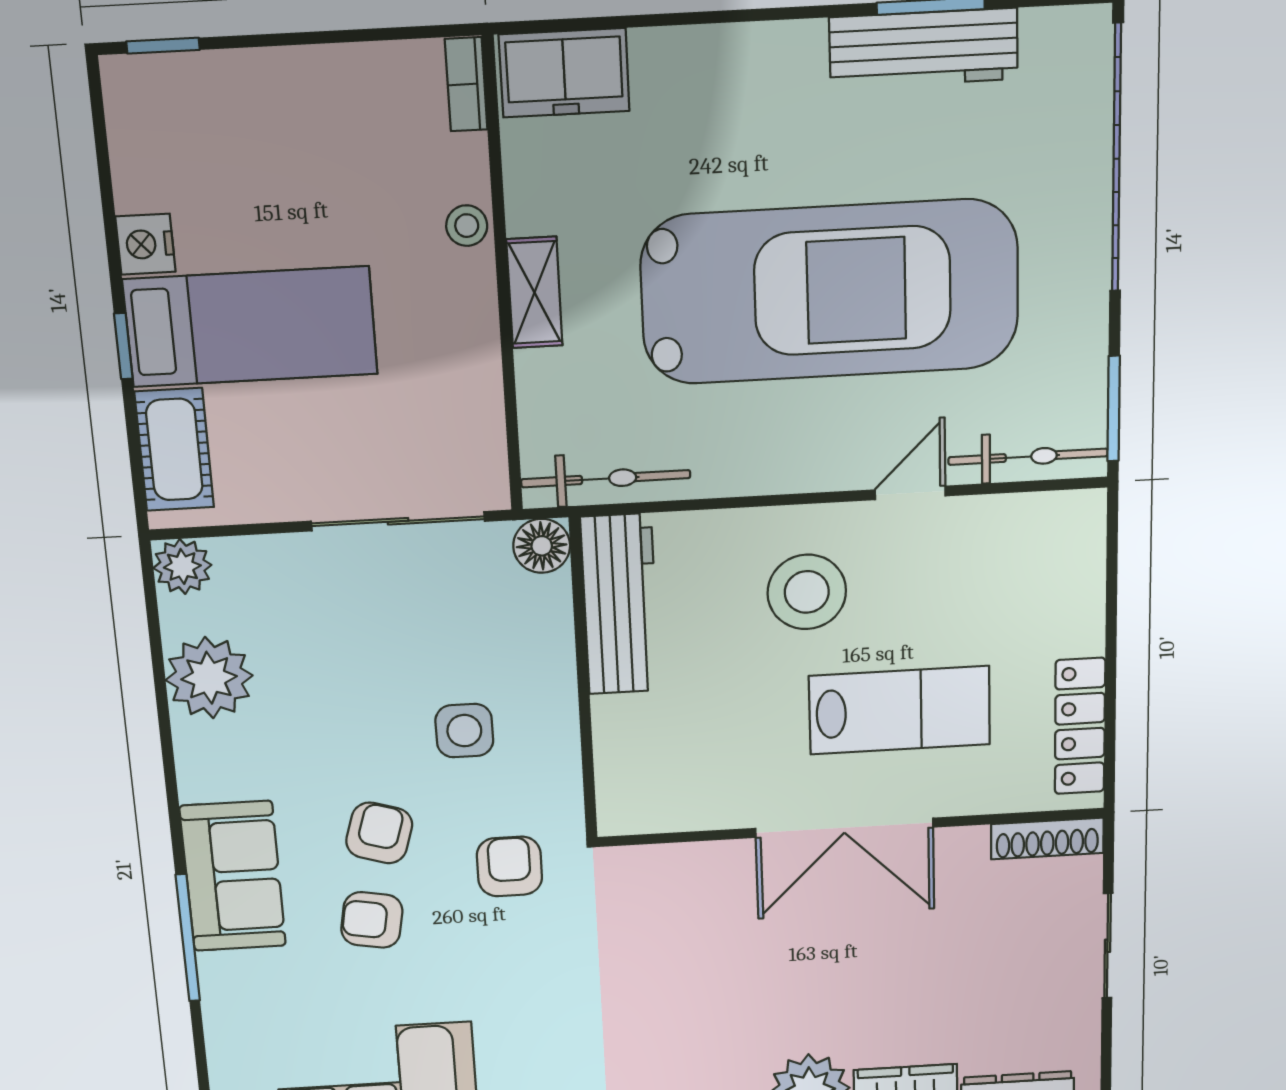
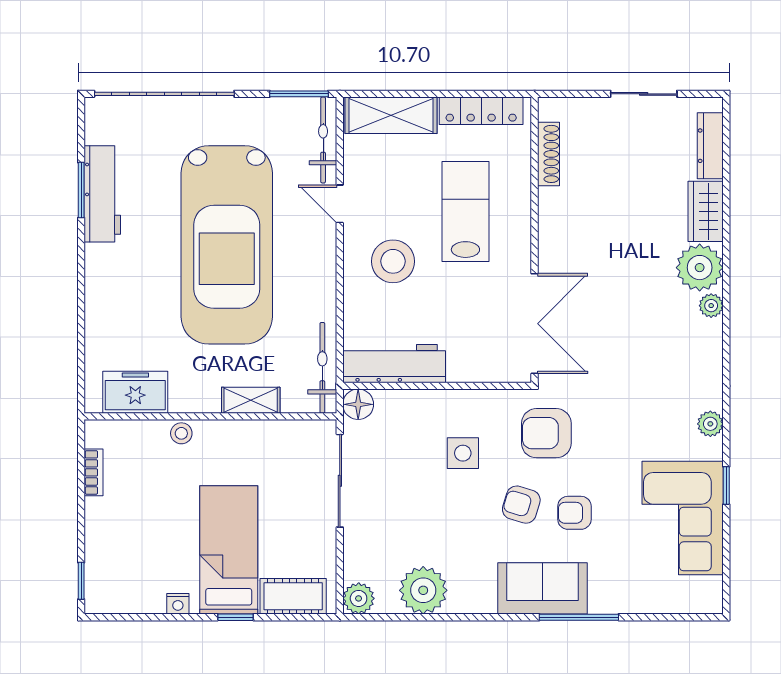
freezer: (564, 73) -> (135, 392), moved, turned -90
bookcase: (466, 84) -> (94, 472), moved, turned -90
nightstand: (145, 244) -> (178, 604), width x0.72, depth x0.74
shelving: (534, 292) -> (251, 400), moved
car: (830, 292) -> (227, 245), turned 180
shelving: (1073, 574) -> (391, 115), added
double door: (844, 828) -> (535, 324), moved
shoe rack: (1047, 839) -> (548, 154), moved
armchair: (509, 866) -> (546, 433), width x1.38, depth x1.38
armchair: (372, 920) -> (574, 513), turned 80
sliding door: (1108, 946) -> (644, 94), moved

